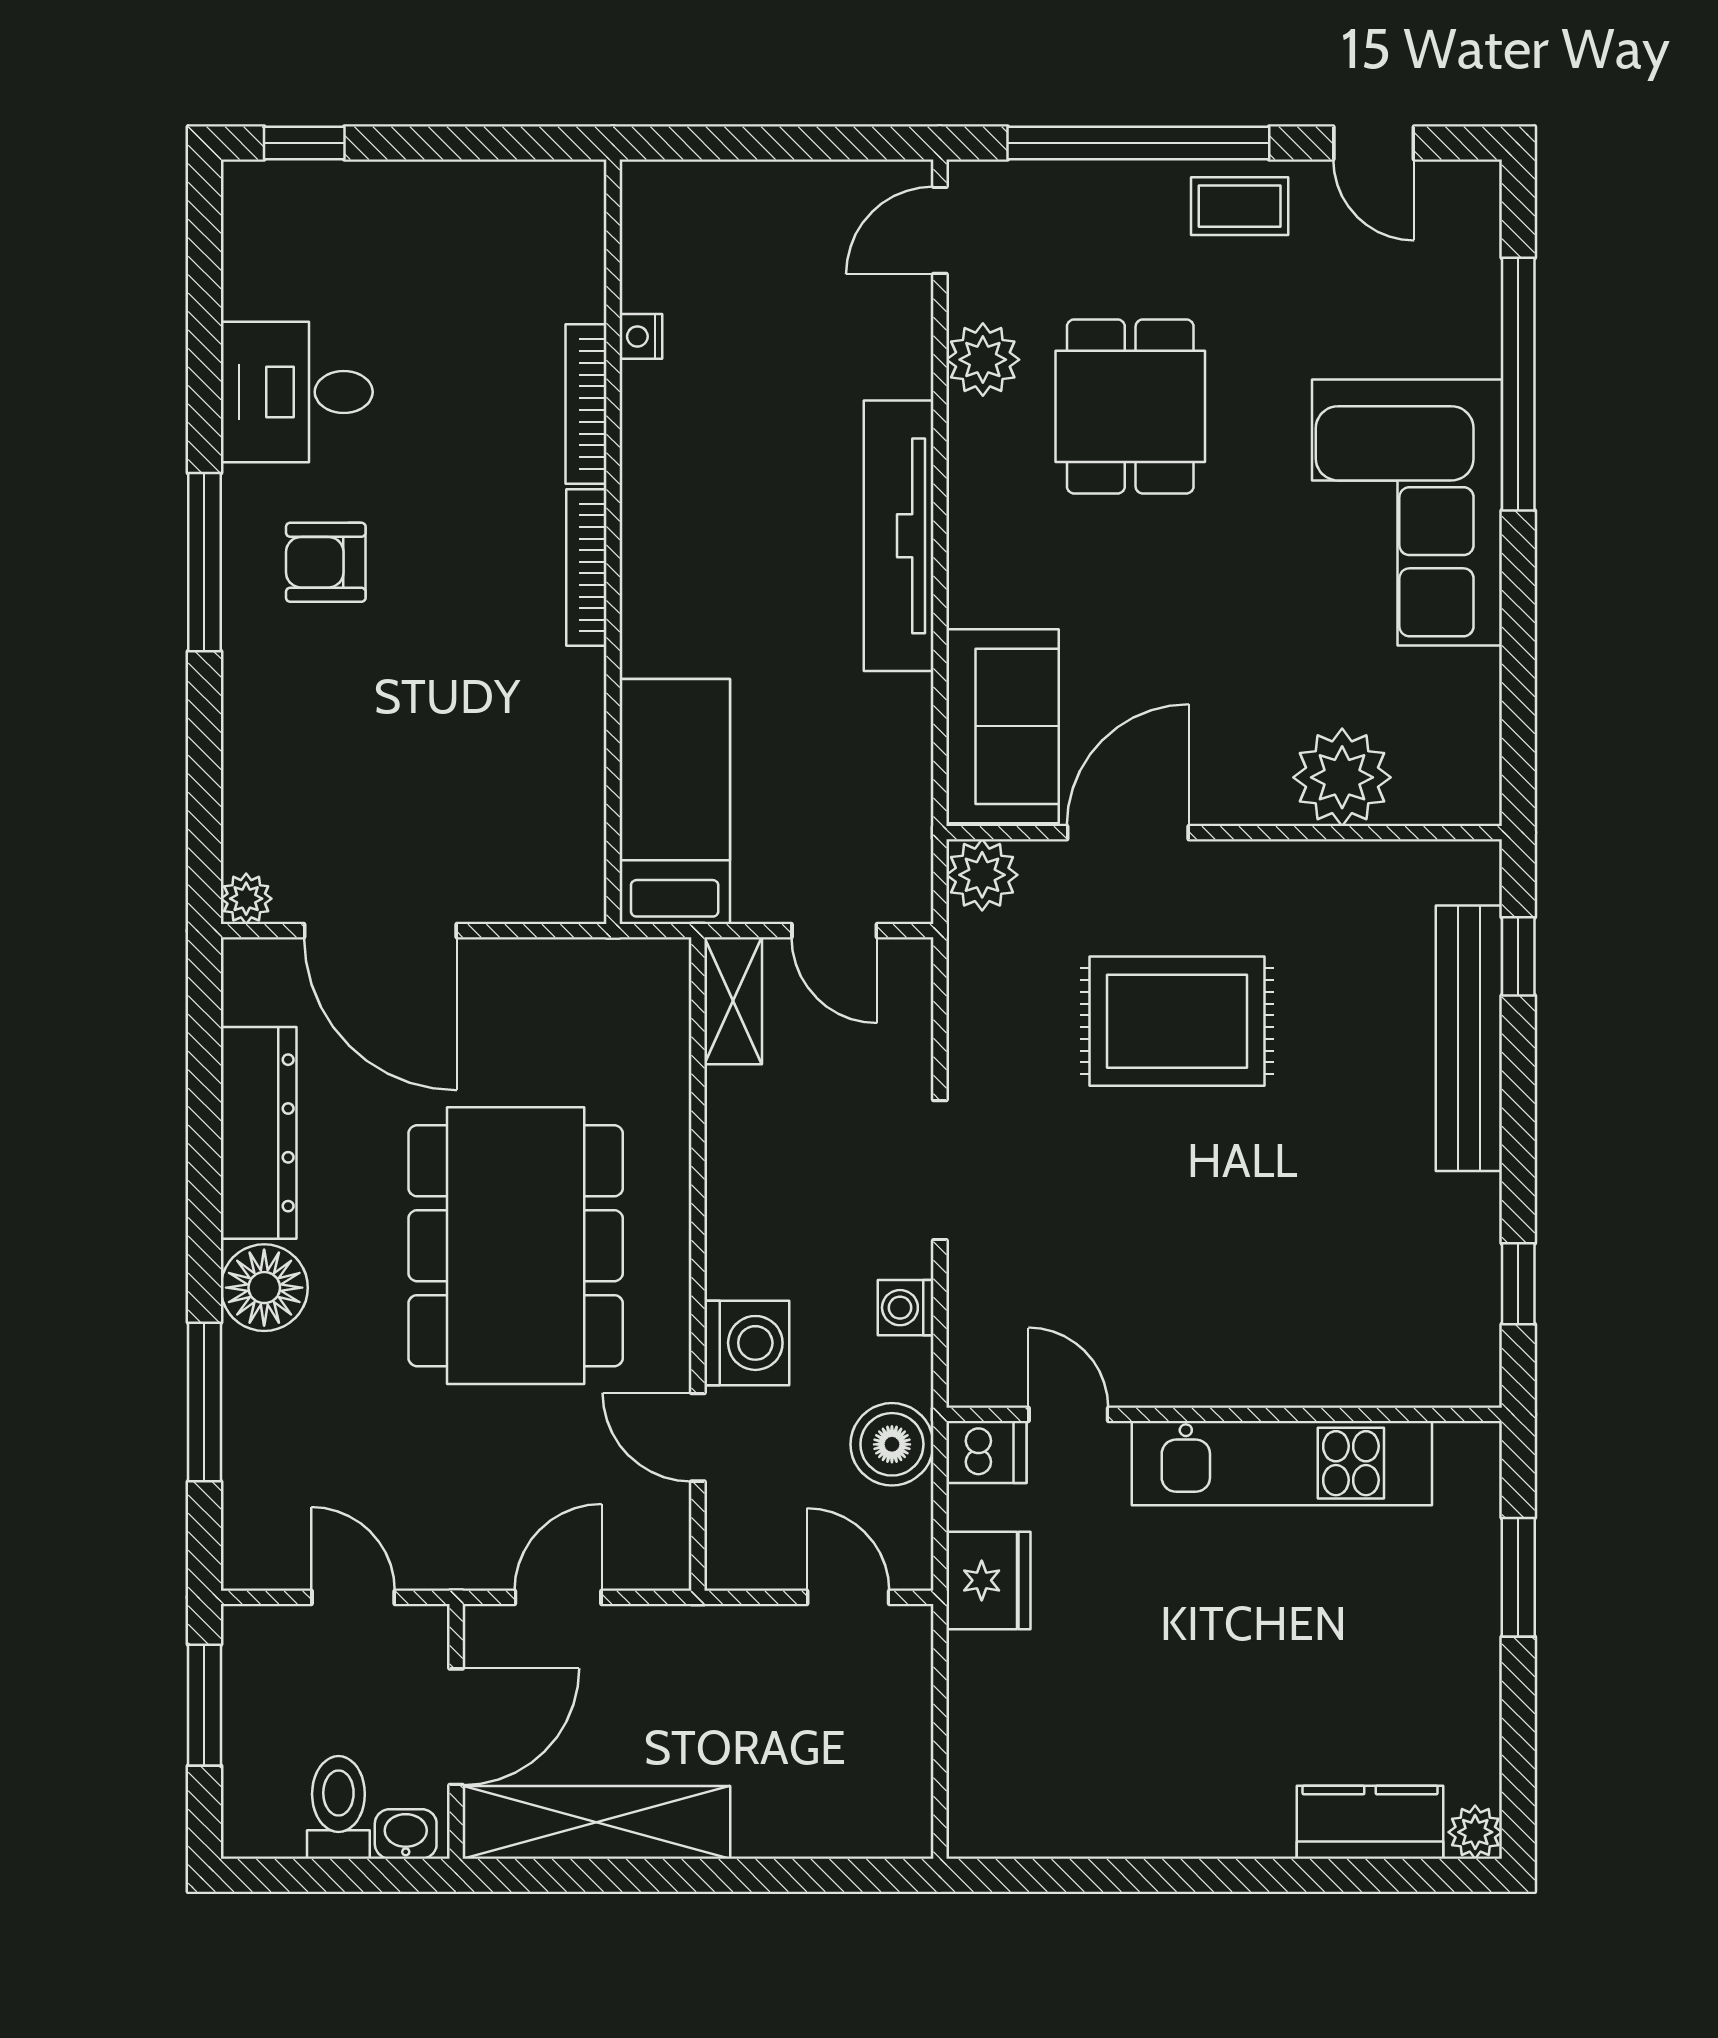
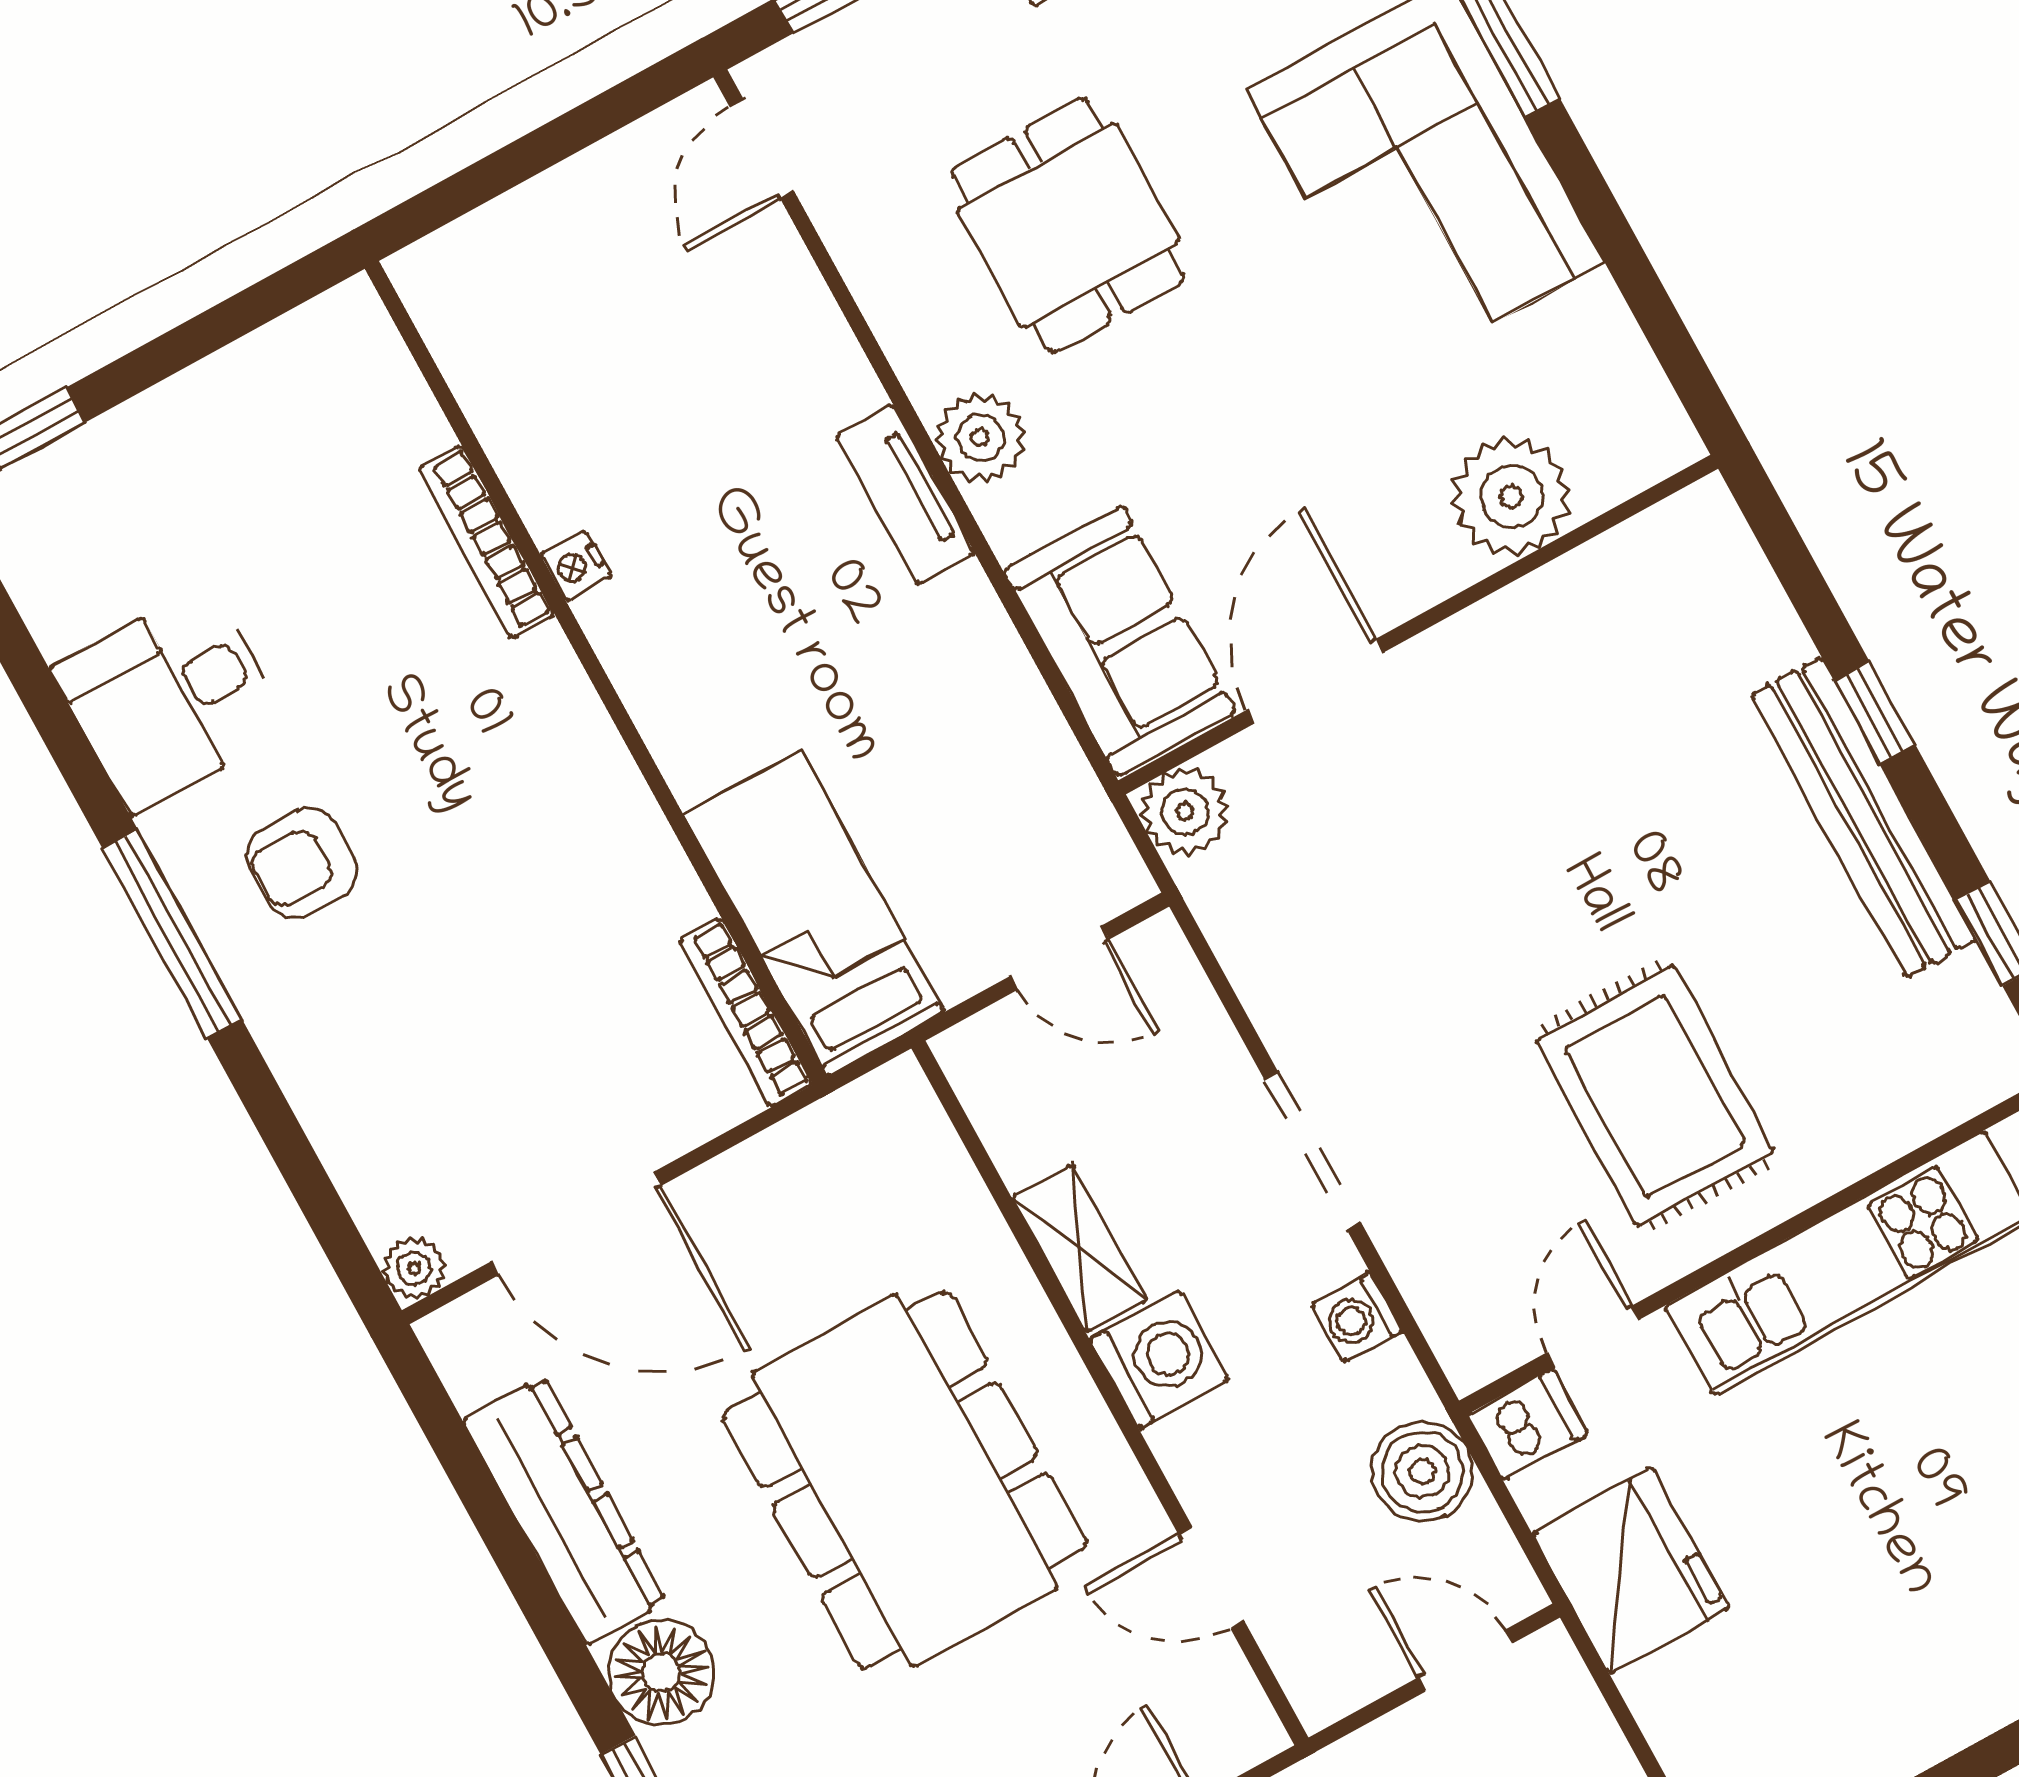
nightstand: (641, 336) -> (576, 566), moved
plant: (983, 360) -> (980, 438), moved
tv unit: (899, 536) -> (905, 494), width x0.52, depth x0.78
bookcase: (586, 568) -> (746, 1012), moved
window: (1518, 956) -> (1875, 712), moved
shelving: (733, 1001) -> (1079, 1248), moved
rug: (1177, 1021) -> (1655, 1096), moved, turned 90
bench: (1469, 1038) -> (1864, 817), moved
washing machine: (747, 1343) -> (1159, 1359), moved
door: (1068, 1414) -> (1593, 1336), hinge flipped
fridge: (988, 1580) -> (1631, 1571), width x1.36, depth x1.34

